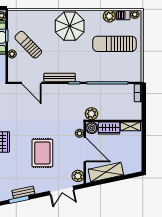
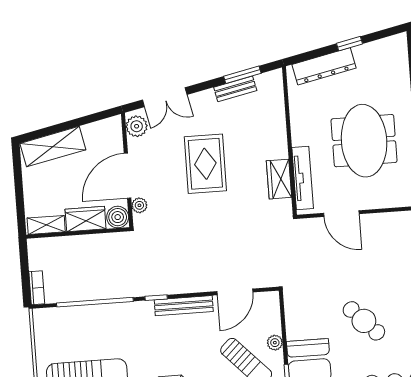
door: (31, 83) -> (235, 292), swing flipped
plant: (91, 114) -> (120, 243), removed
door: (85, 150) -> (128, 176), hinge flipped
shelving: (106, 172) -> (53, 147), moved
double door: (62, 190) -> (165, 97), swing flipped

